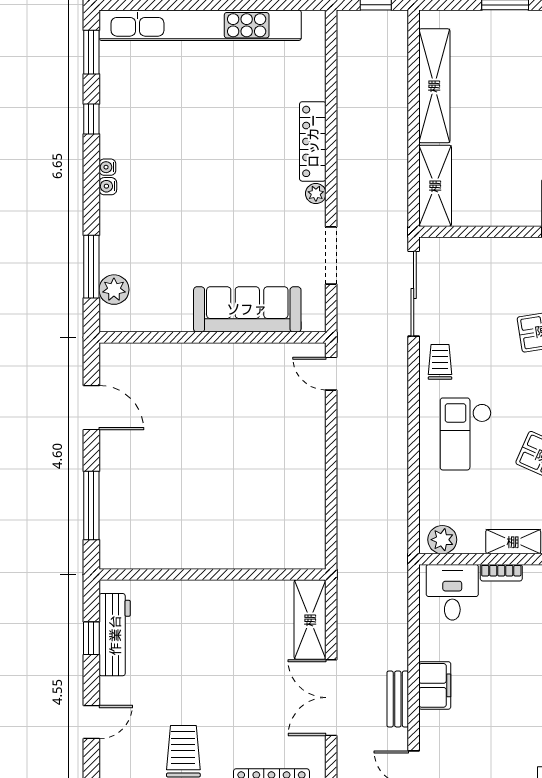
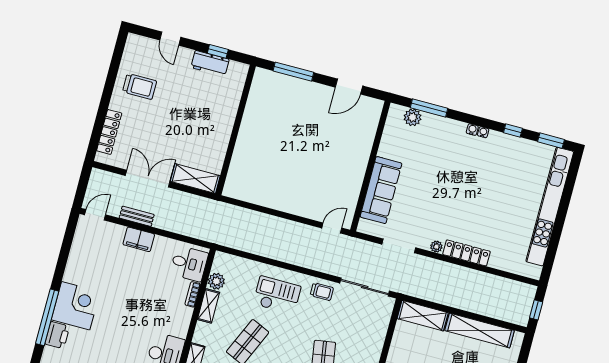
plant: (442, 540) -> (216, 281), moved
workbench: (115, 635) -> (210, 63), width x0.73

